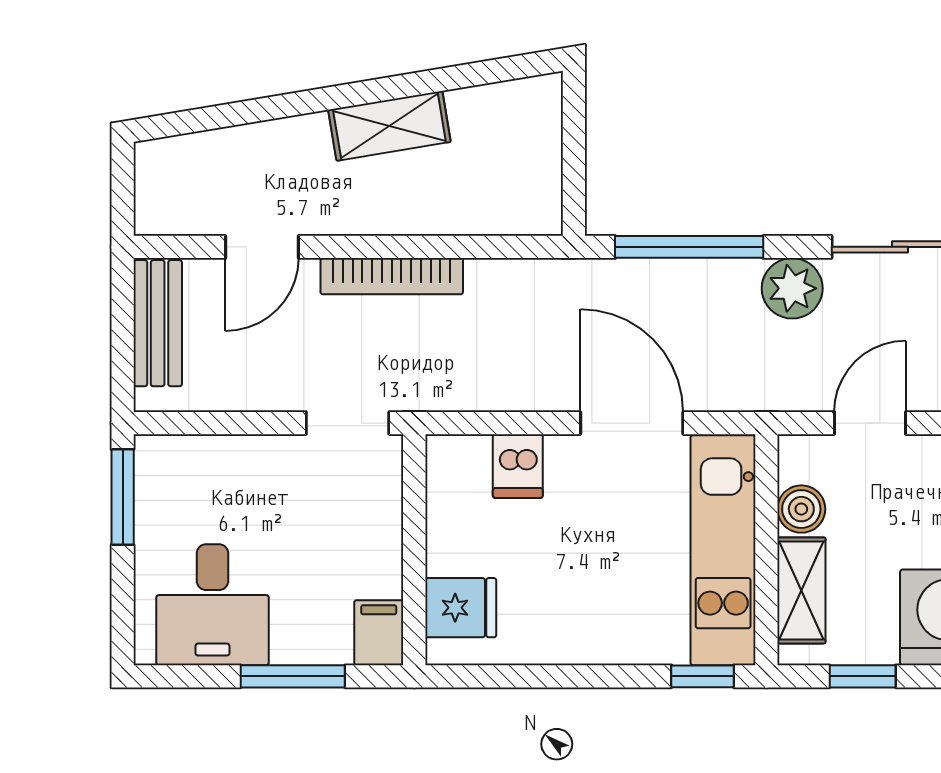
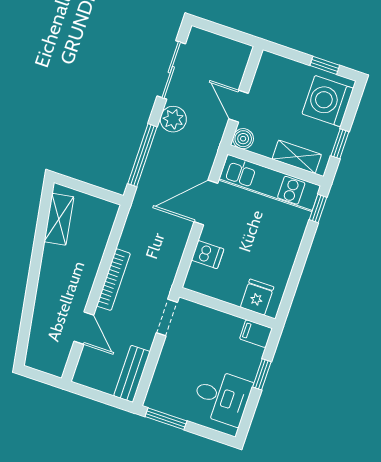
shelving: (389, 126) -> (59, 219), moved
bench: (158, 323) -> (132, 374), moved, turned 90
boiler: (801, 509) -> (243, 139), moved
window: (293, 676) -> (262, 374), width x0.67

